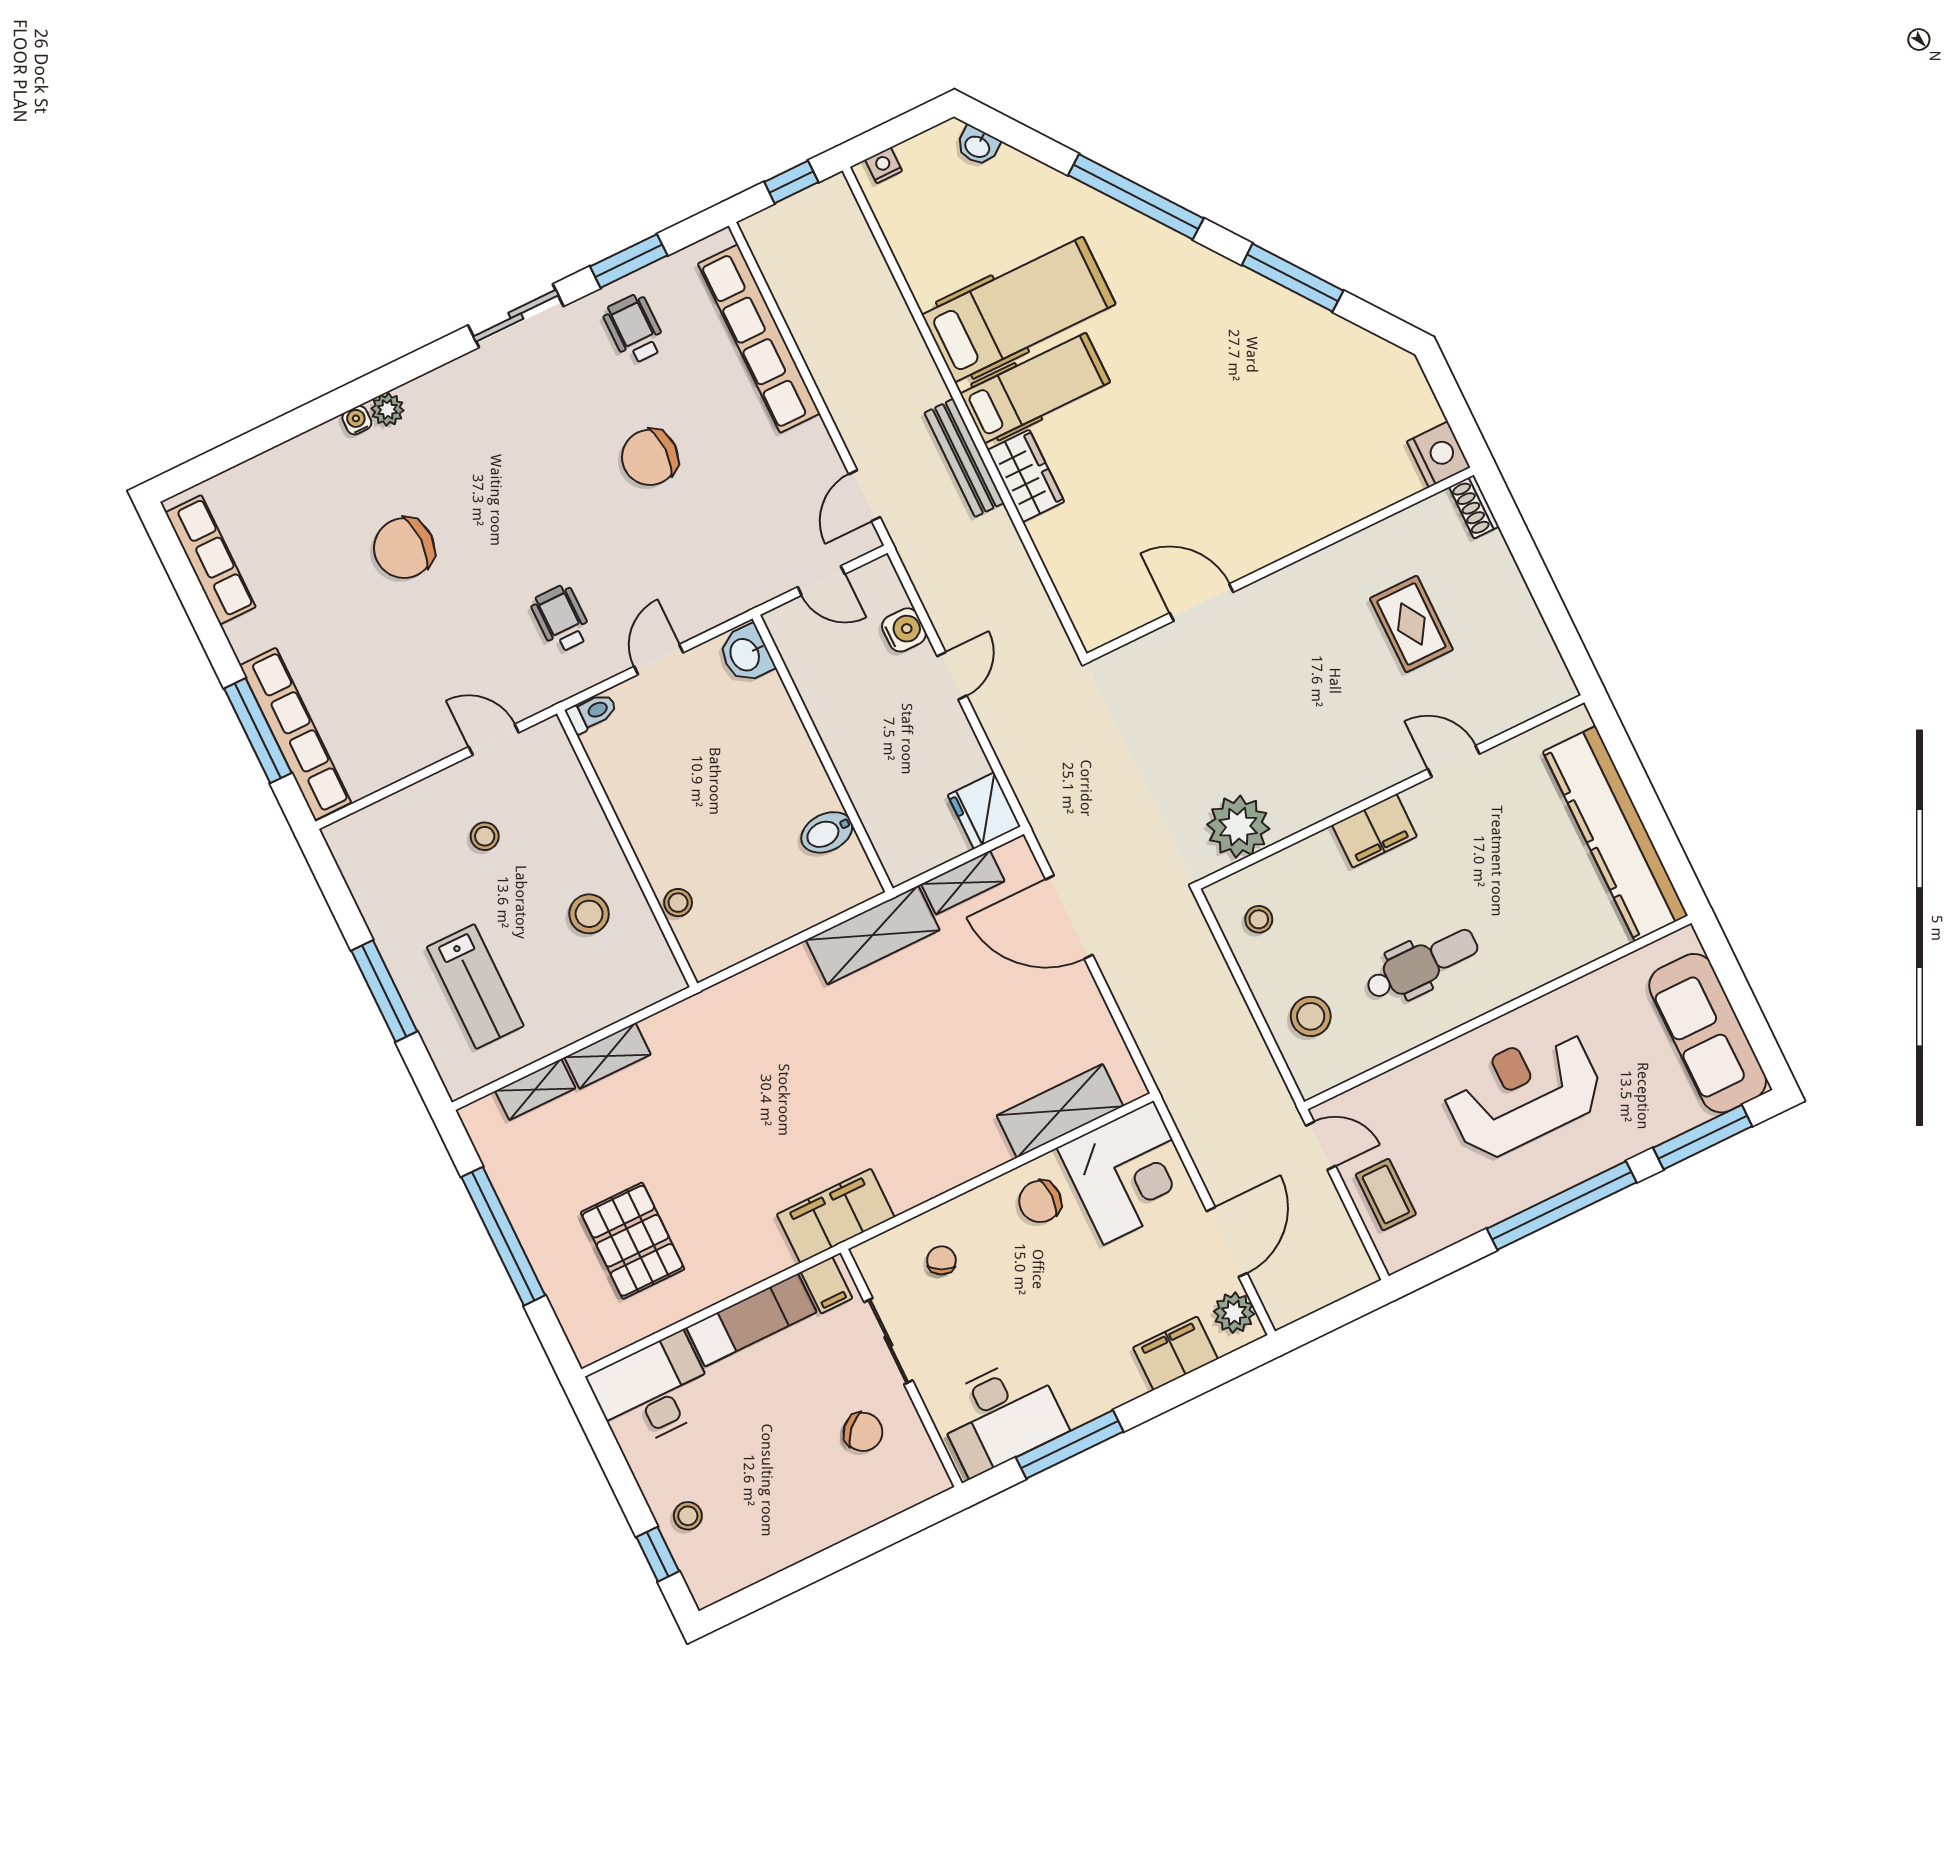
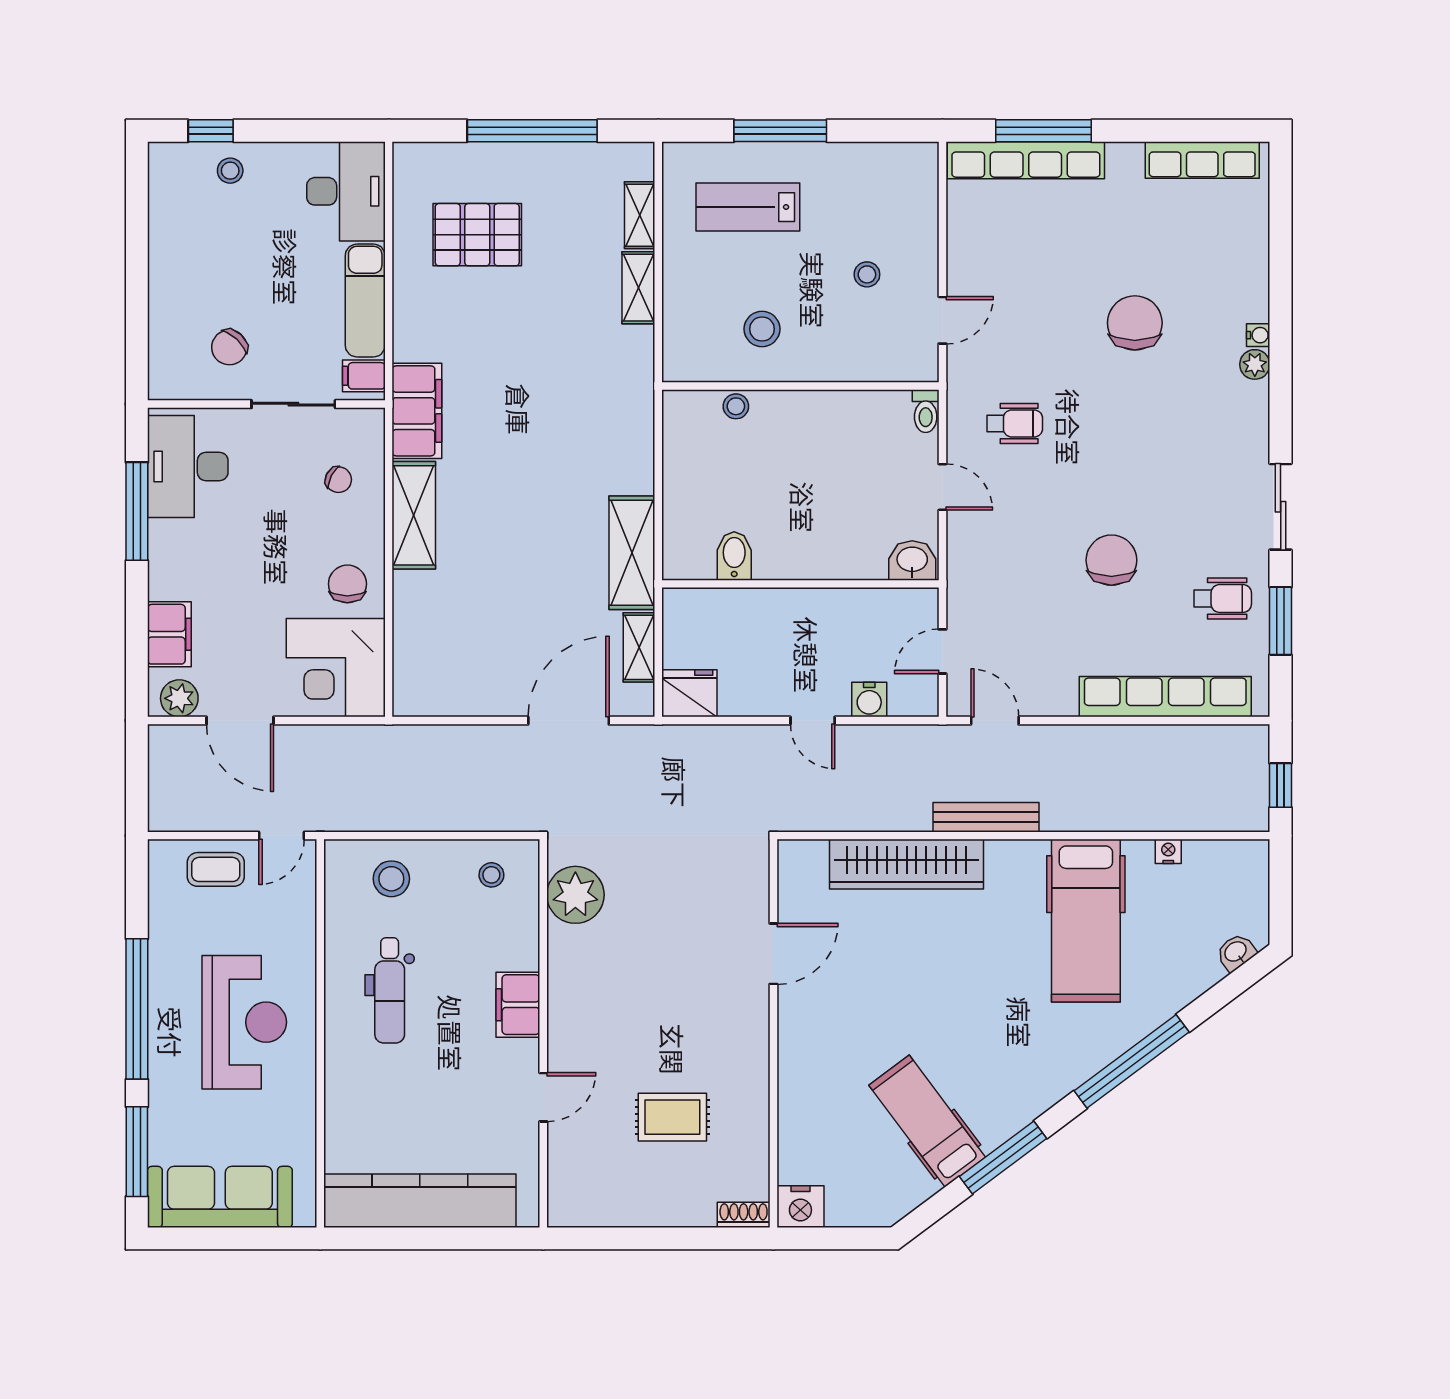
nightstand: (884, 165) -> (1168, 851), moved, turned -90
hospital bed: (1035, 388) -> (927, 1121), moved, turned 143
wardrobe: (1026, 476) -> (907, 864), width x2.10, depth x1.17
shelving: (1060, 1111) -> (414, 515), moved

